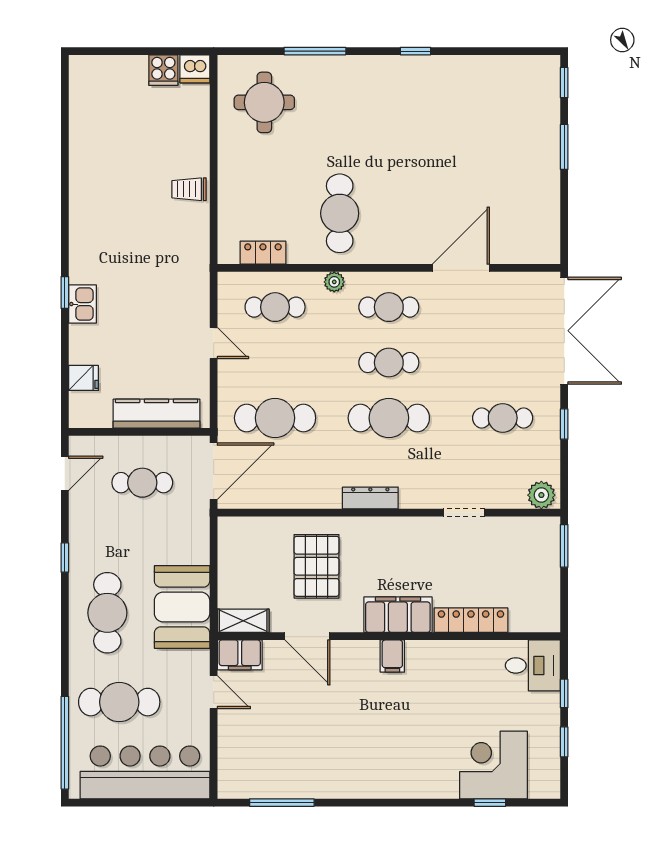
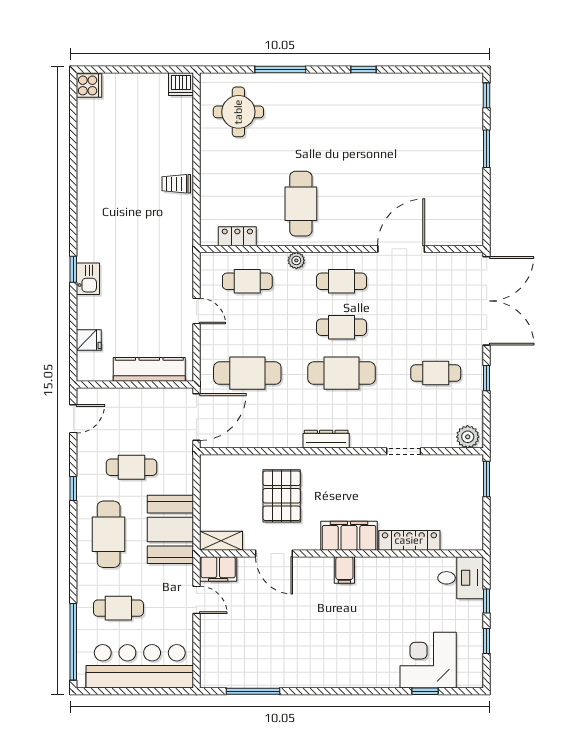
cooker: (163, 70) -> (89, 85), moved, turned -90
cafe table: (142, 483) -> (131, 467), moved
cafe table: (119, 702) -> (118, 608), width x0.73, depth x0.74

